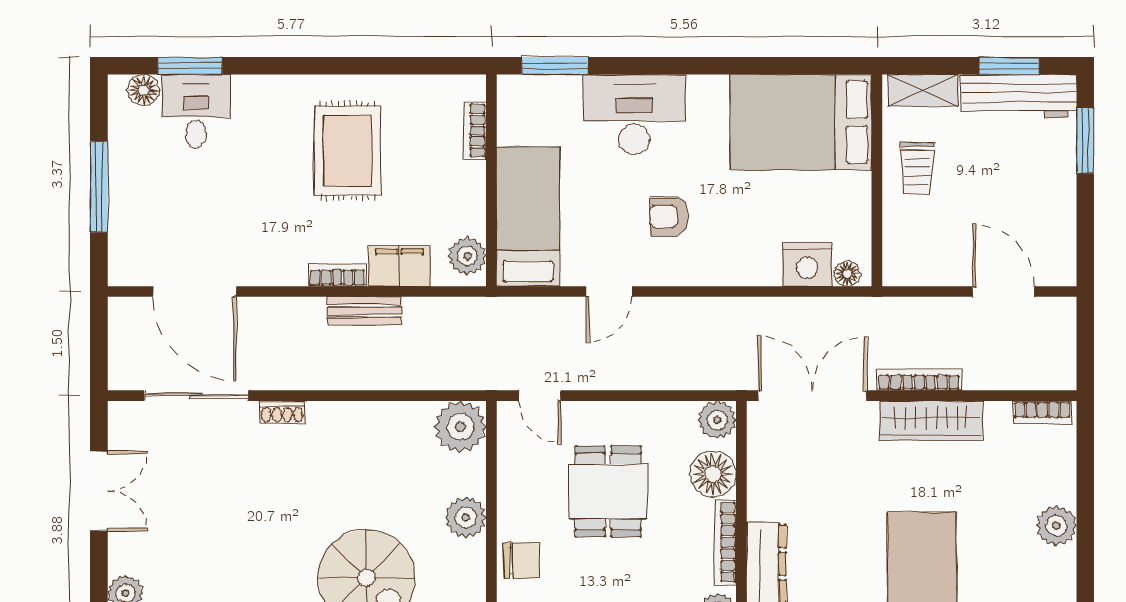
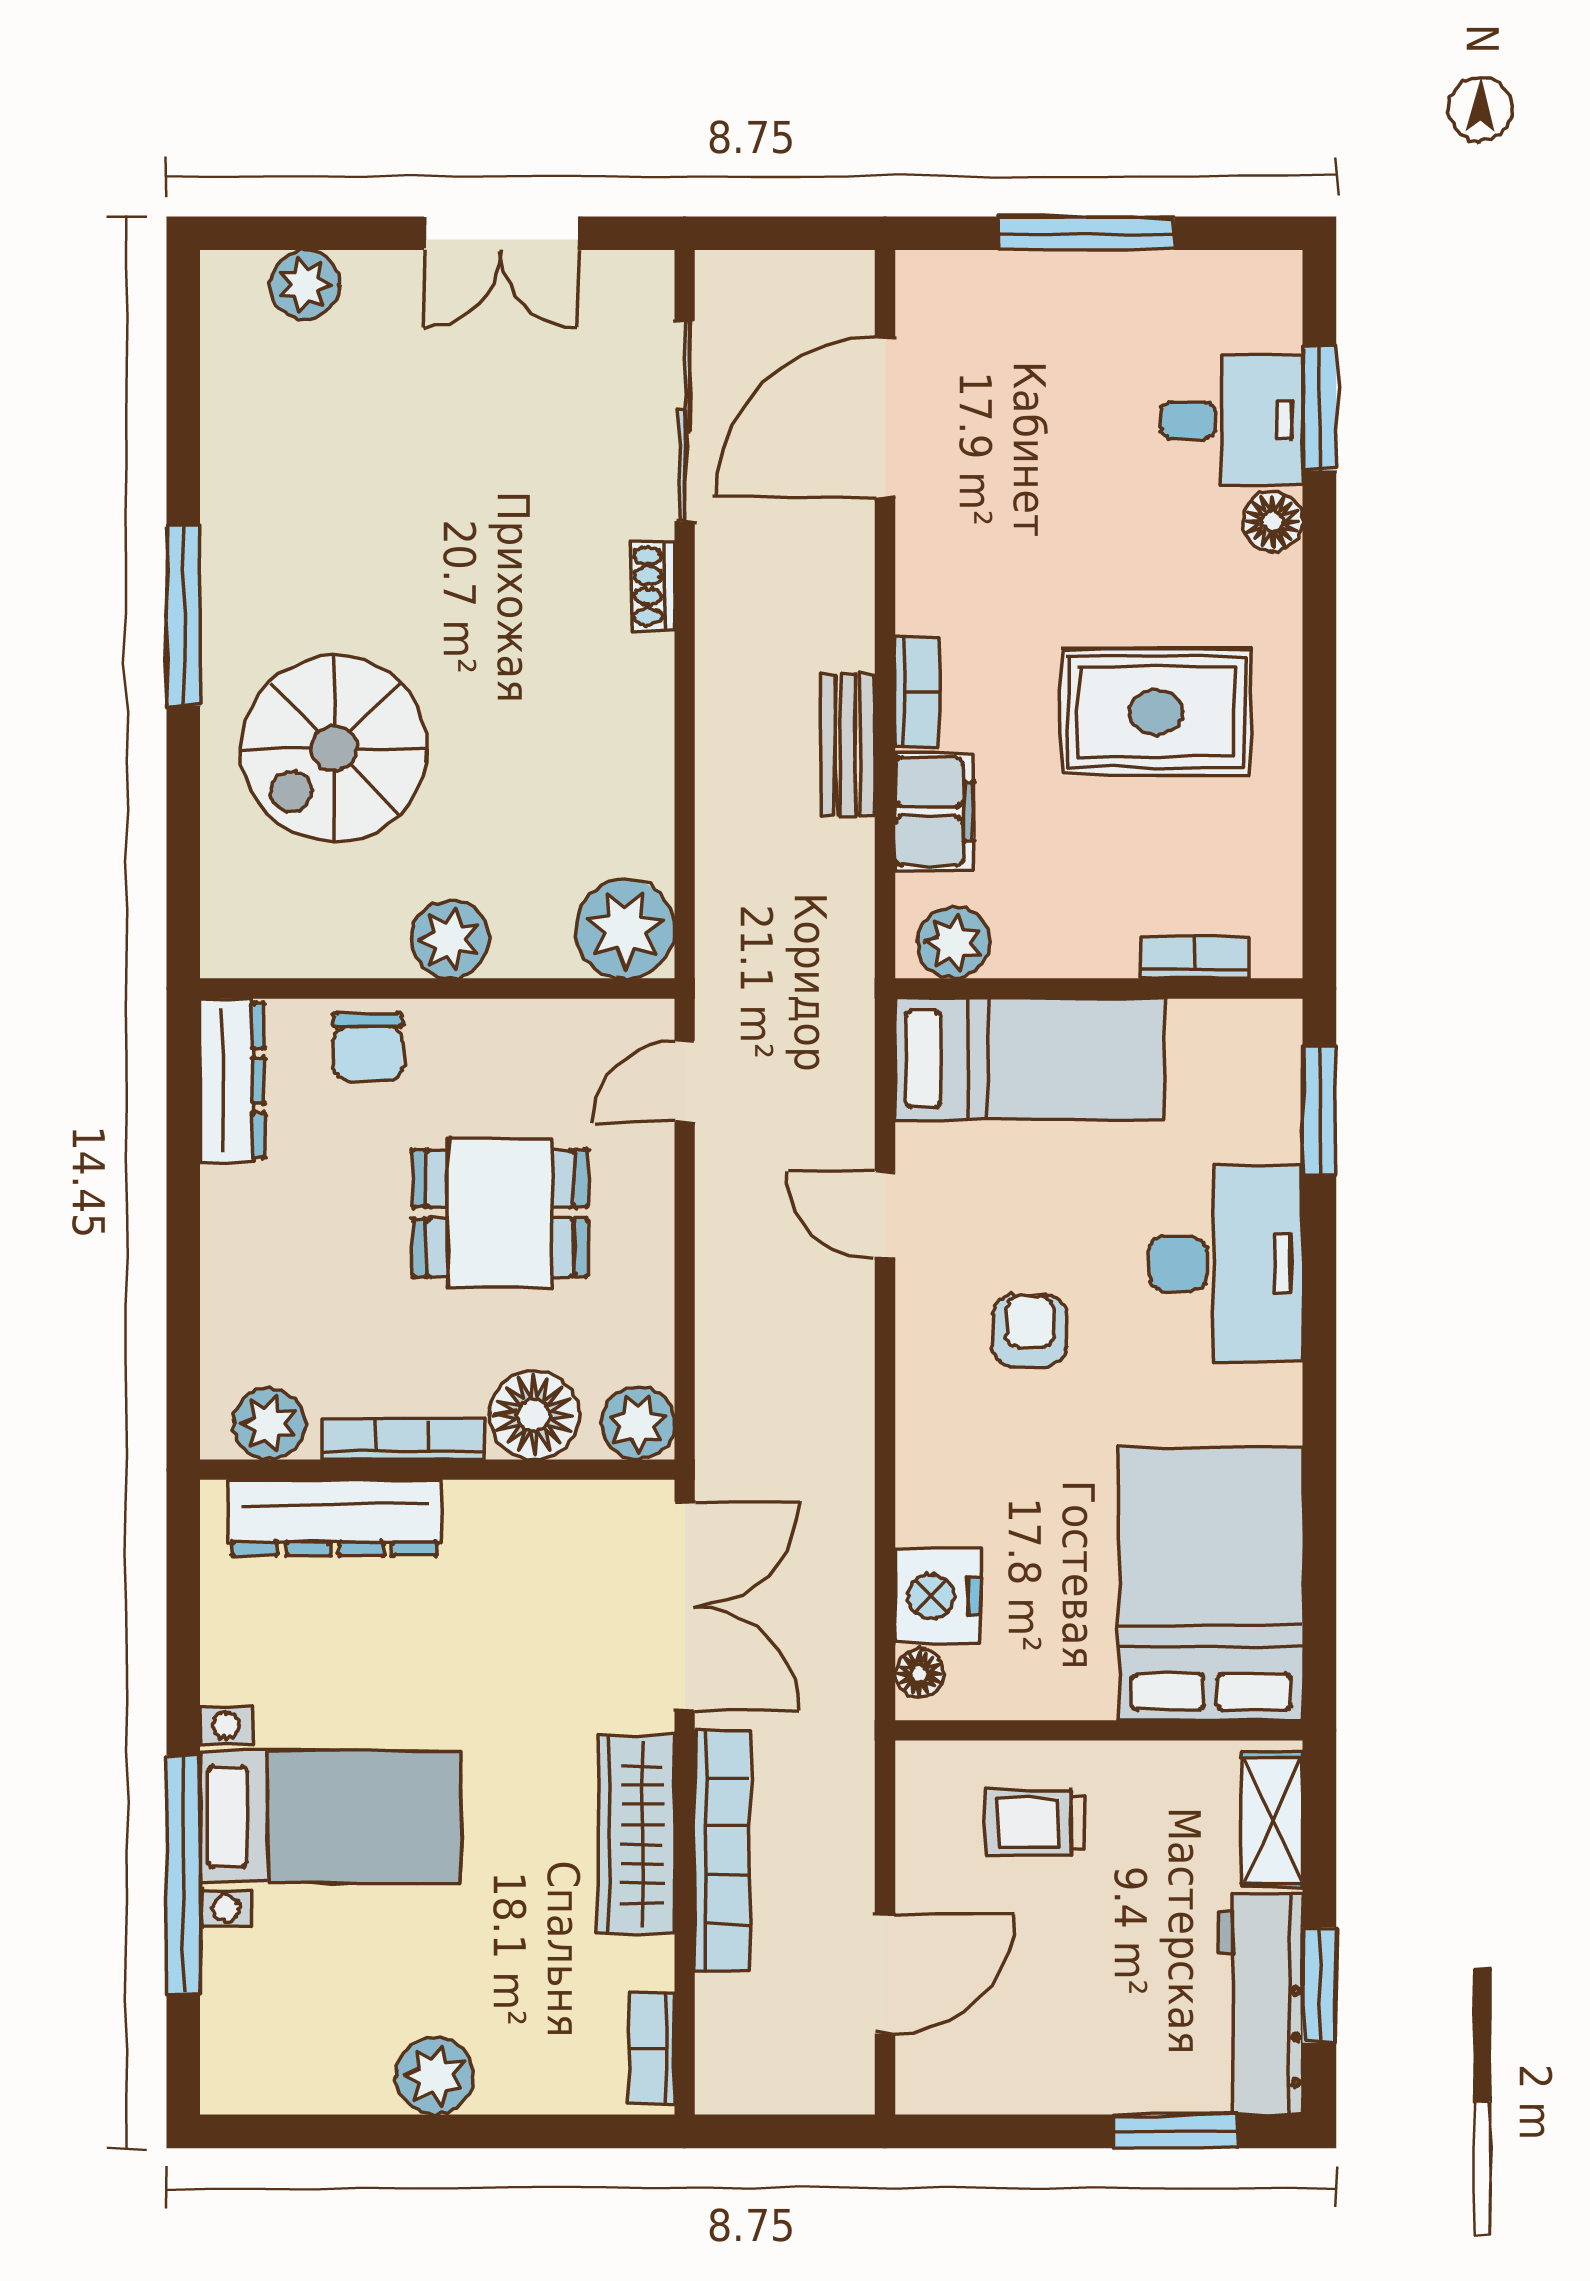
floor lamp: (143, 90) -> (1273, 521), moved
trolley: (917, 168) -> (1035, 1823), moved
bookcase: (919, 380) -> (722, 1851), width x1.48, depth x1.31

